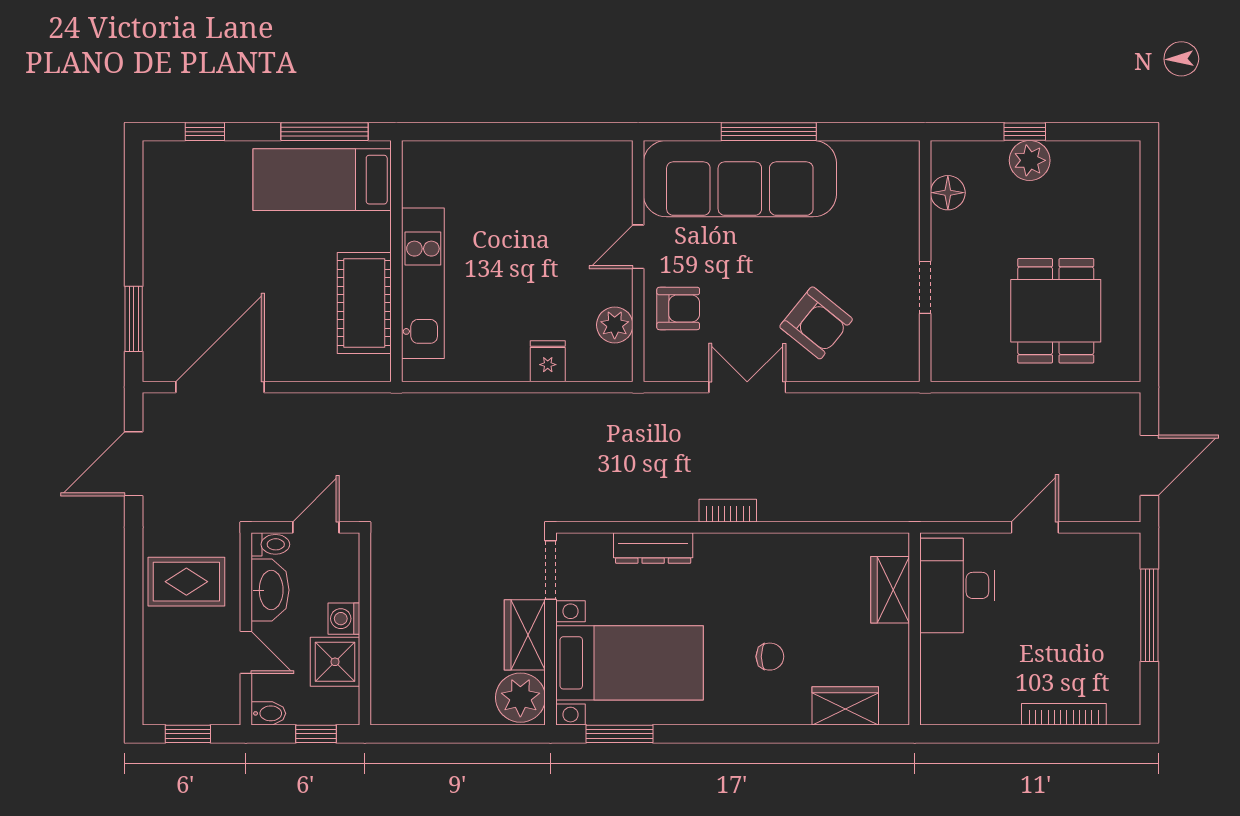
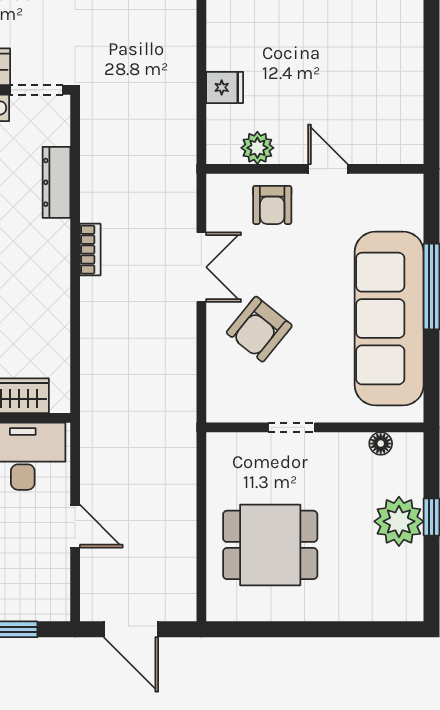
plant: (1030, 160) -> (399, 521), width x1.36, depth x1.36
sofa: (740, 179) -> (389, 319), moved
floor lamp: (948, 193) -> (381, 444), width x0.73, depth x0.73

